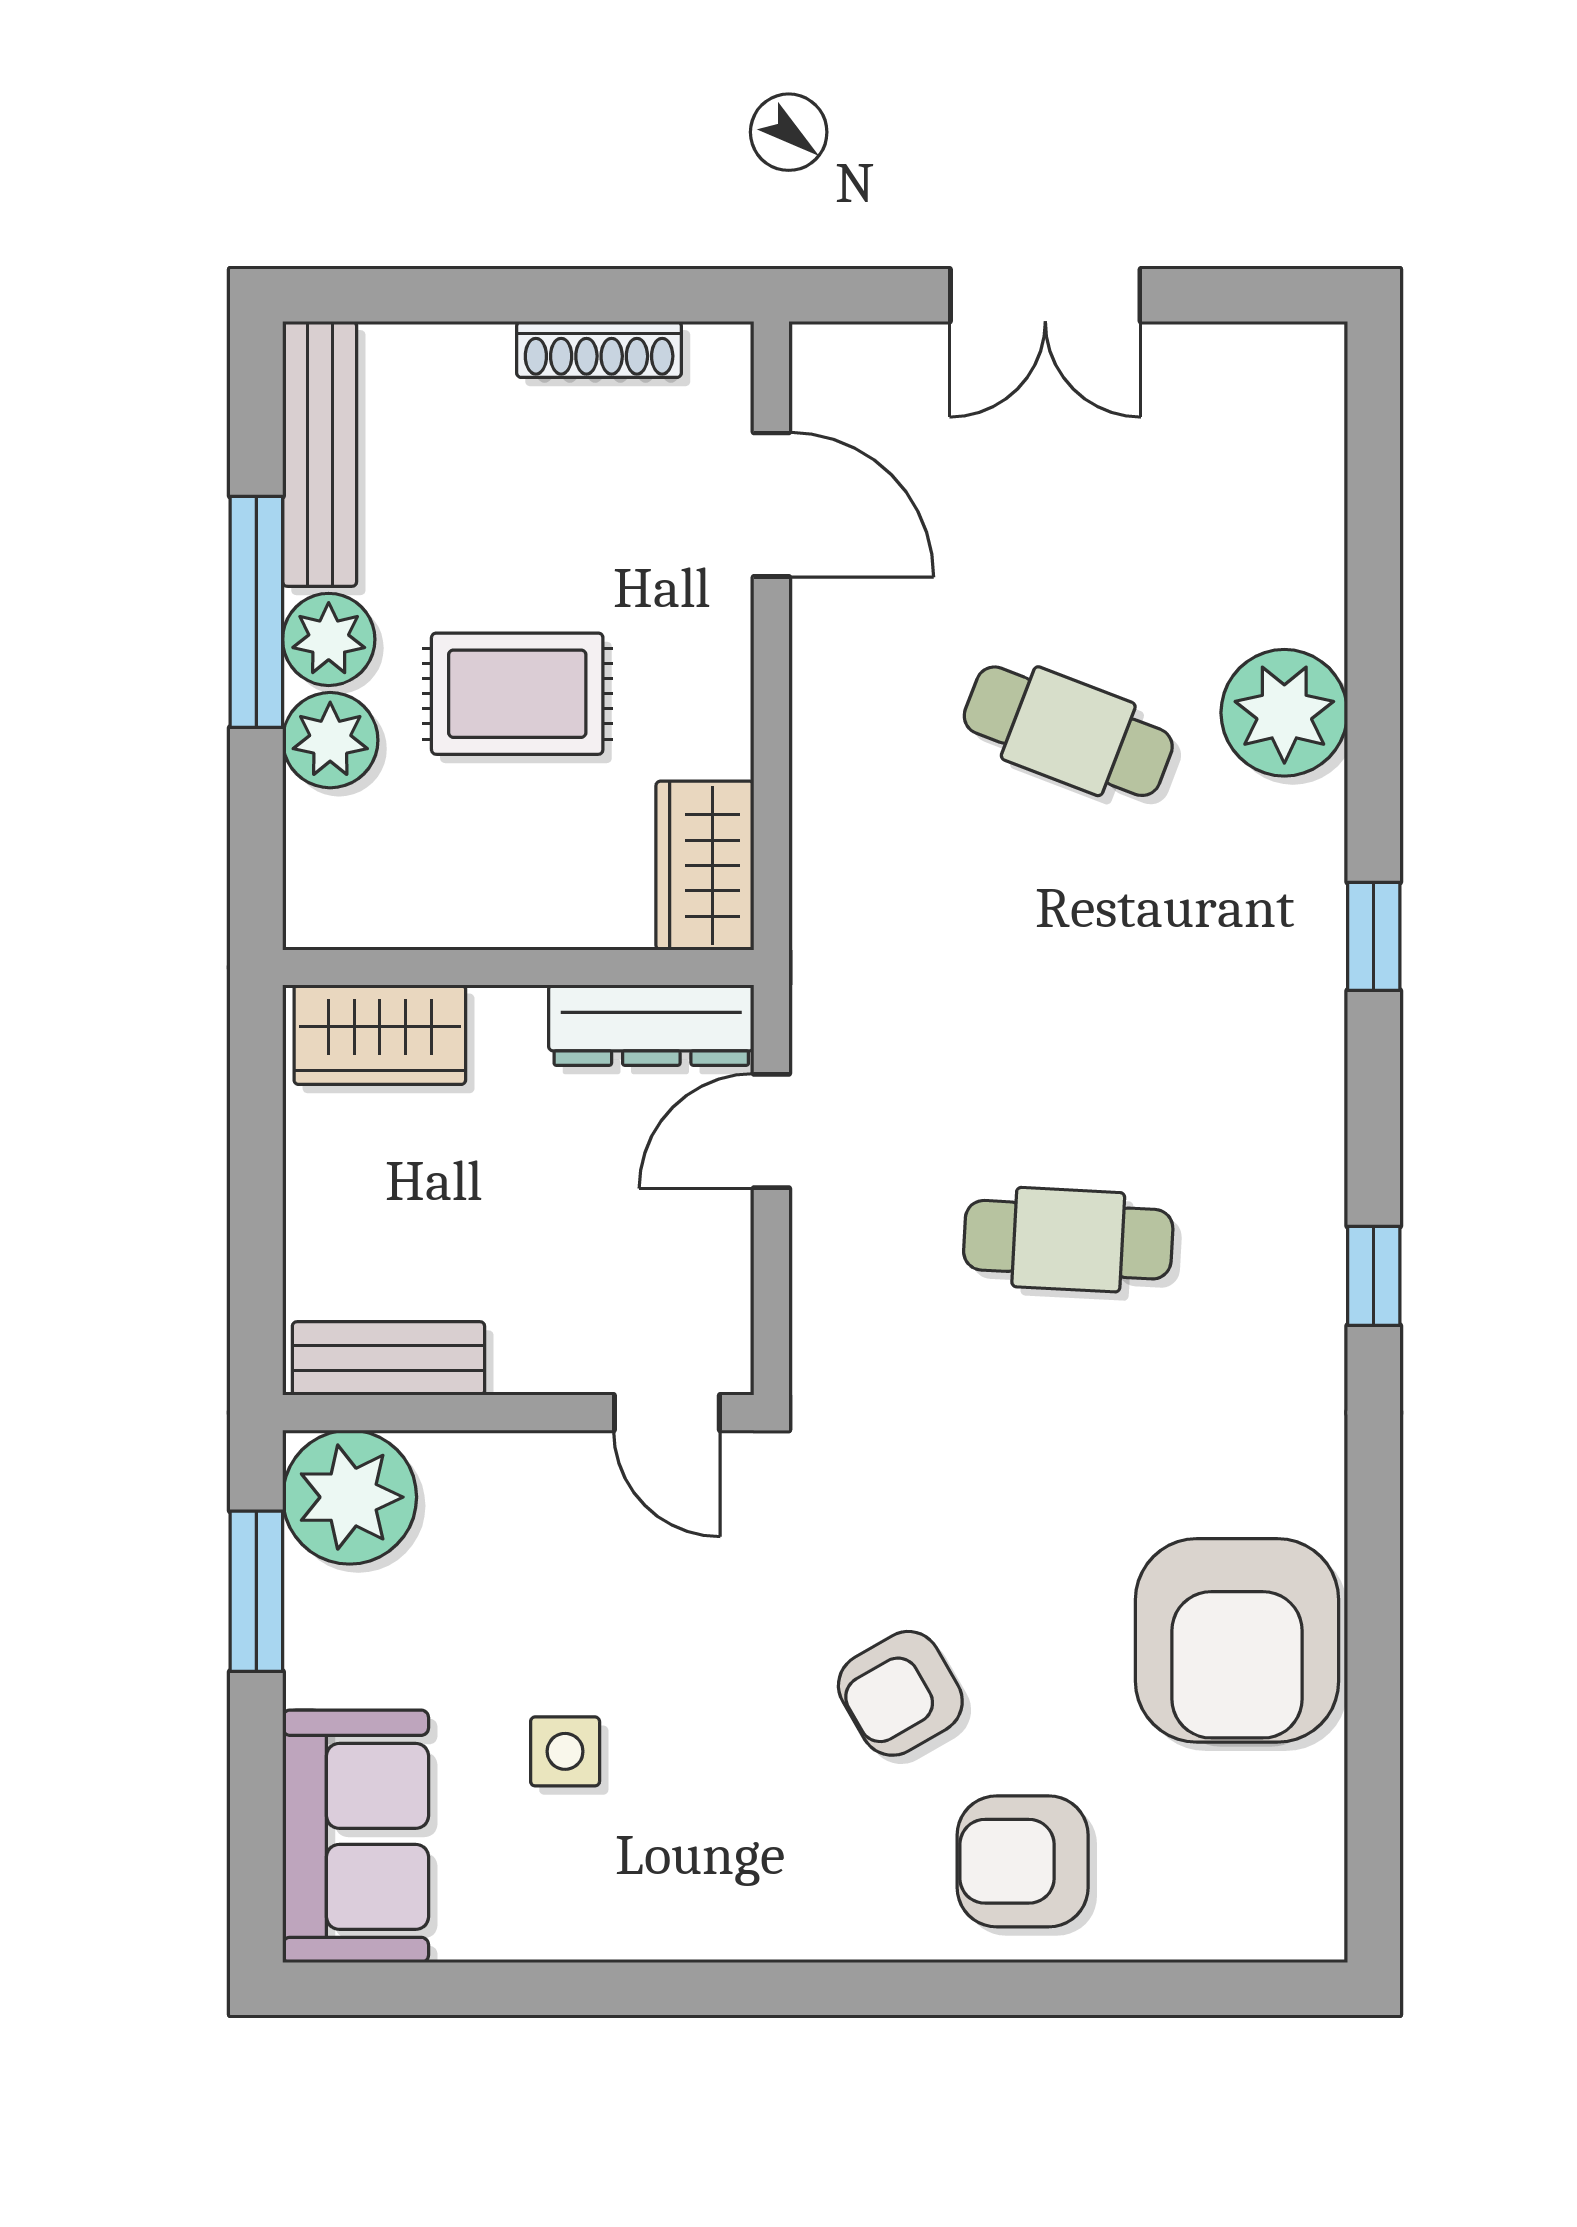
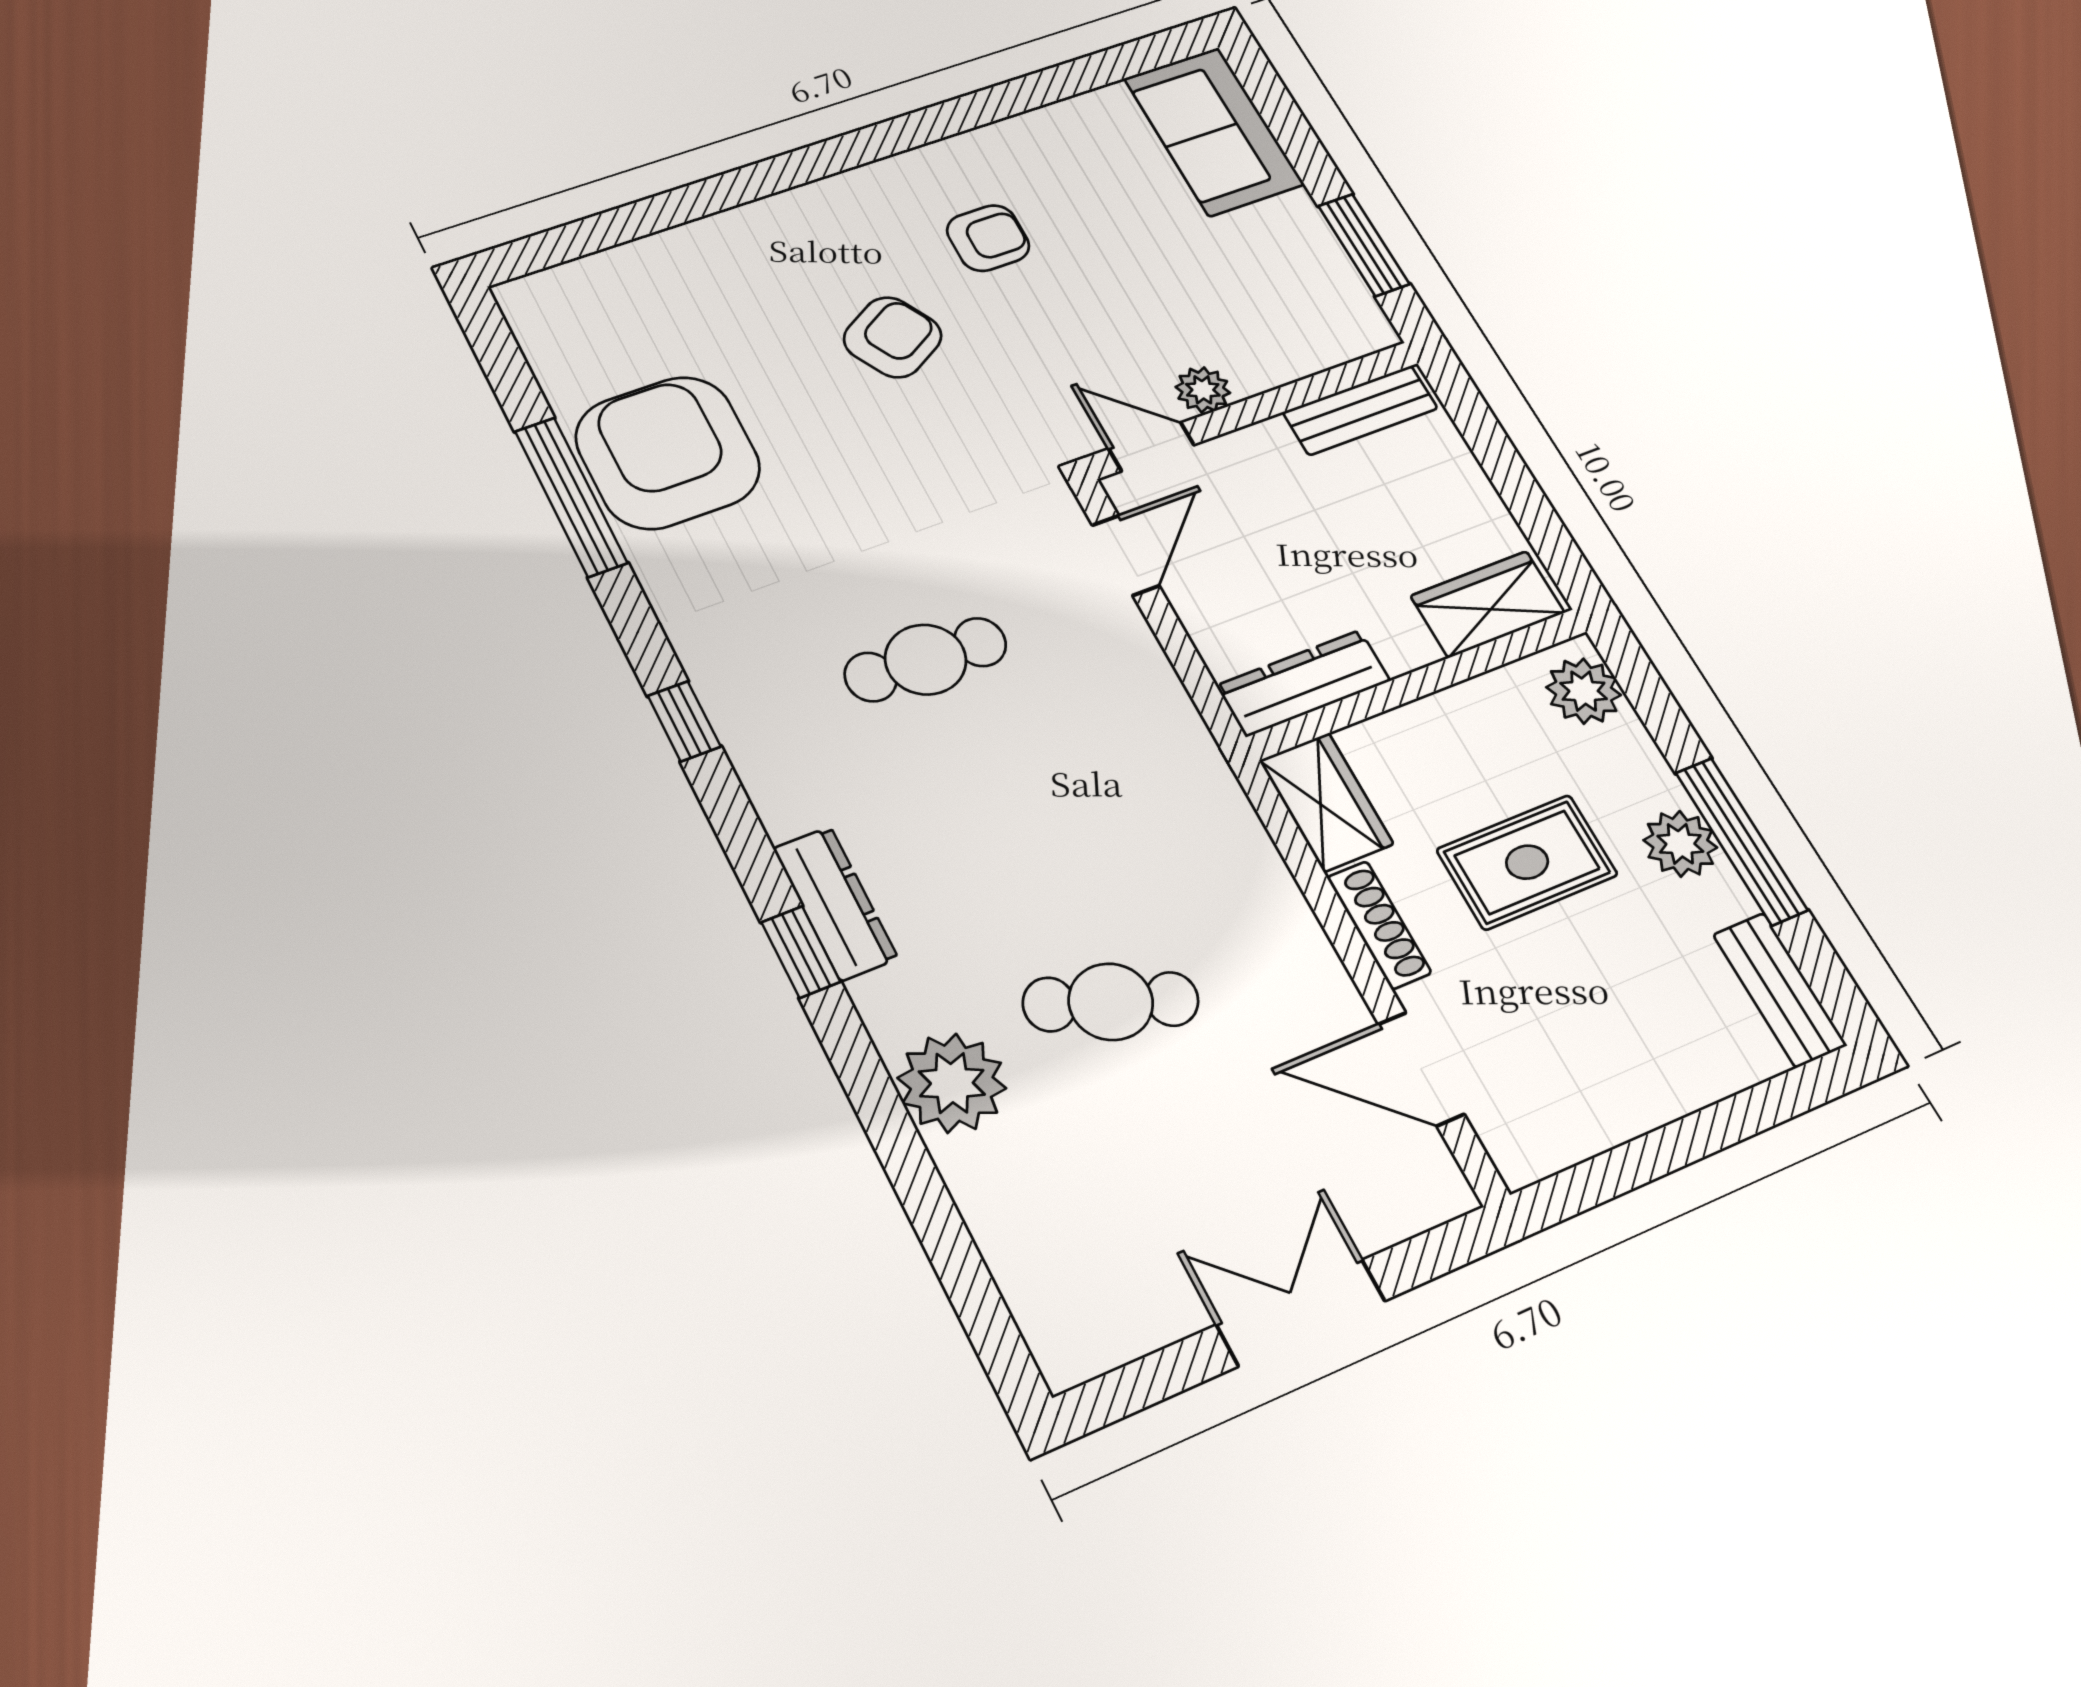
shoe rack: (599, 349) -> (1379, 925), moved, turned 90
bench: (320, 454) -> (1780, 990), width x0.73
plant: (330, 740) -> (1584, 691), moved
dresser: (1310, 979) -> (835, 903), added
door: (771, 1131) -> (1126, 555), moved
plant: (350, 1497) -> (1203, 390), moved, width x0.53, depth x0.53
window: (1374, 1626) -> (571, 497), added
side table: (565, 1751) -> (1104, 225), removed
armchair: (1023, 1861) -> (988, 238), moved, width x0.72, depth x0.72

